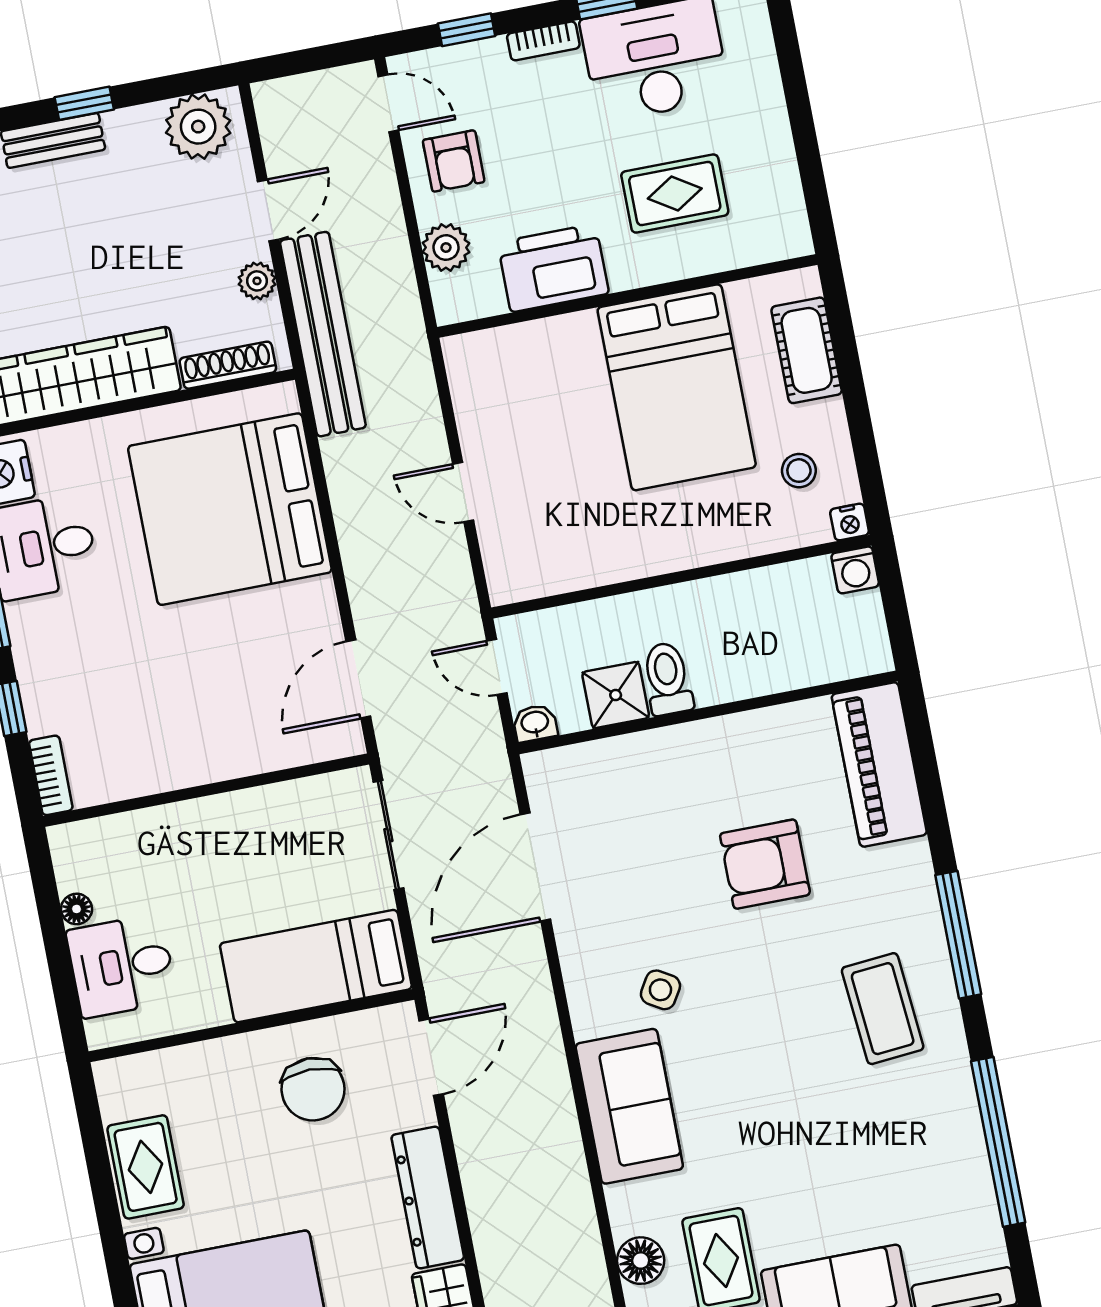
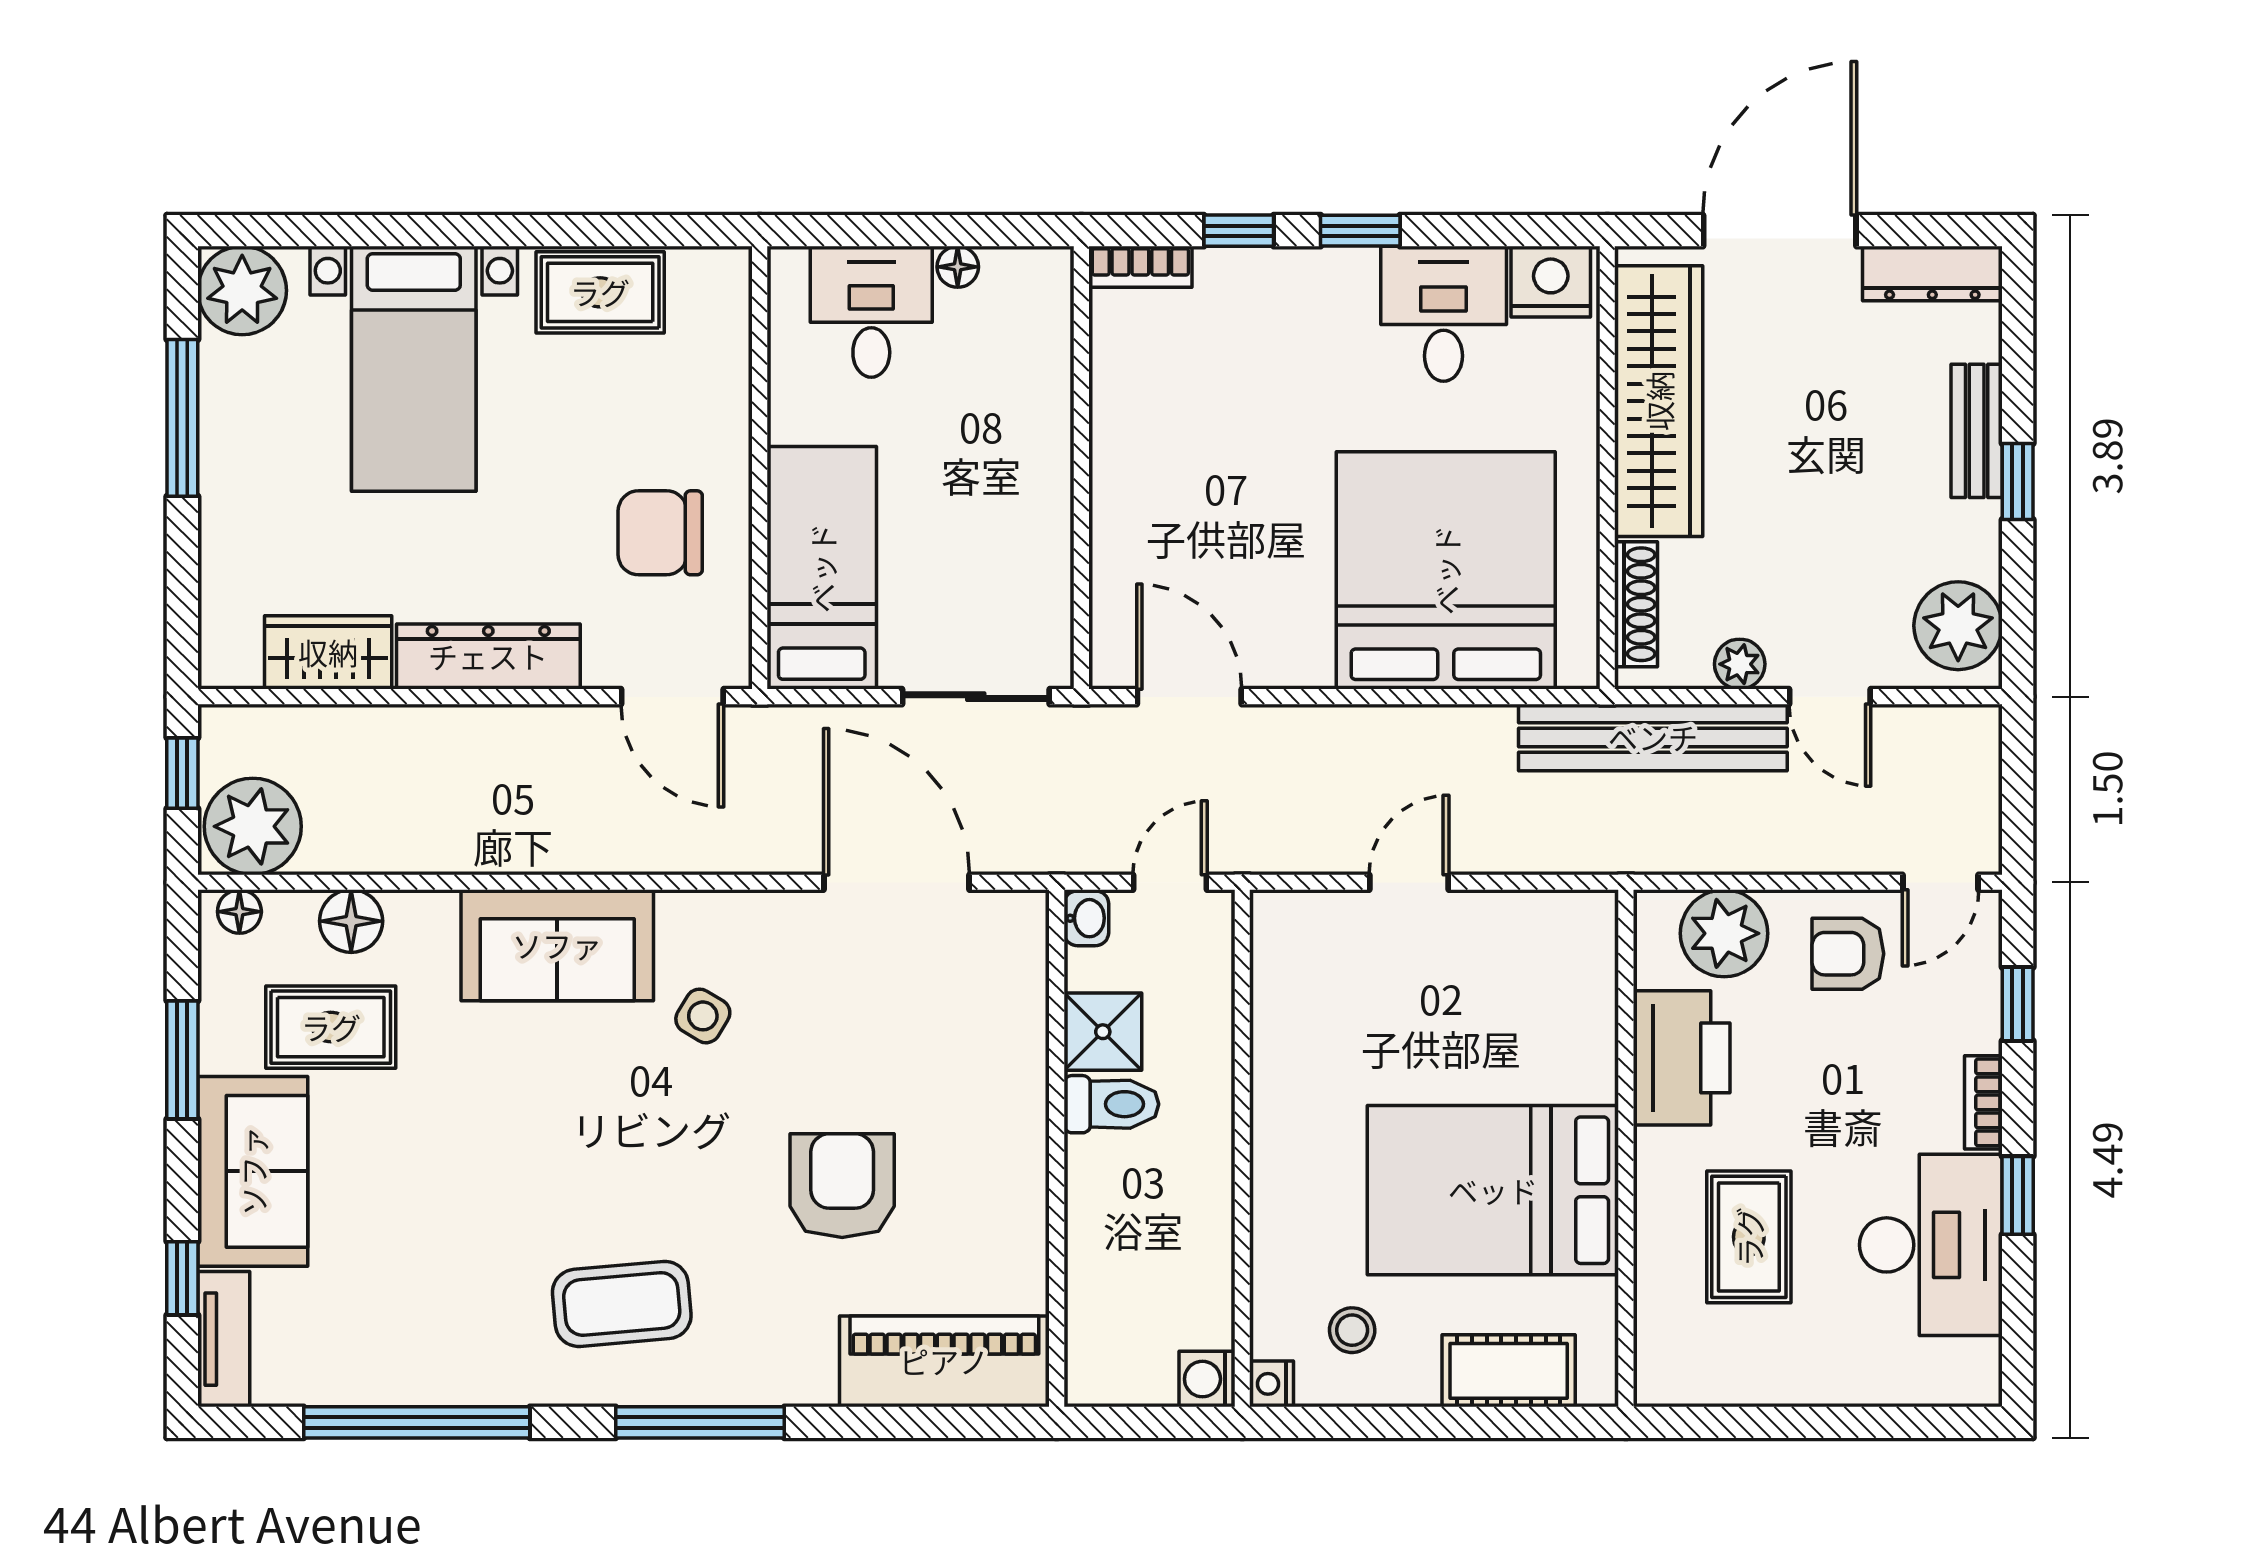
plant: (446, 248) -> (1724, 933), width x1.36, depth x1.36

